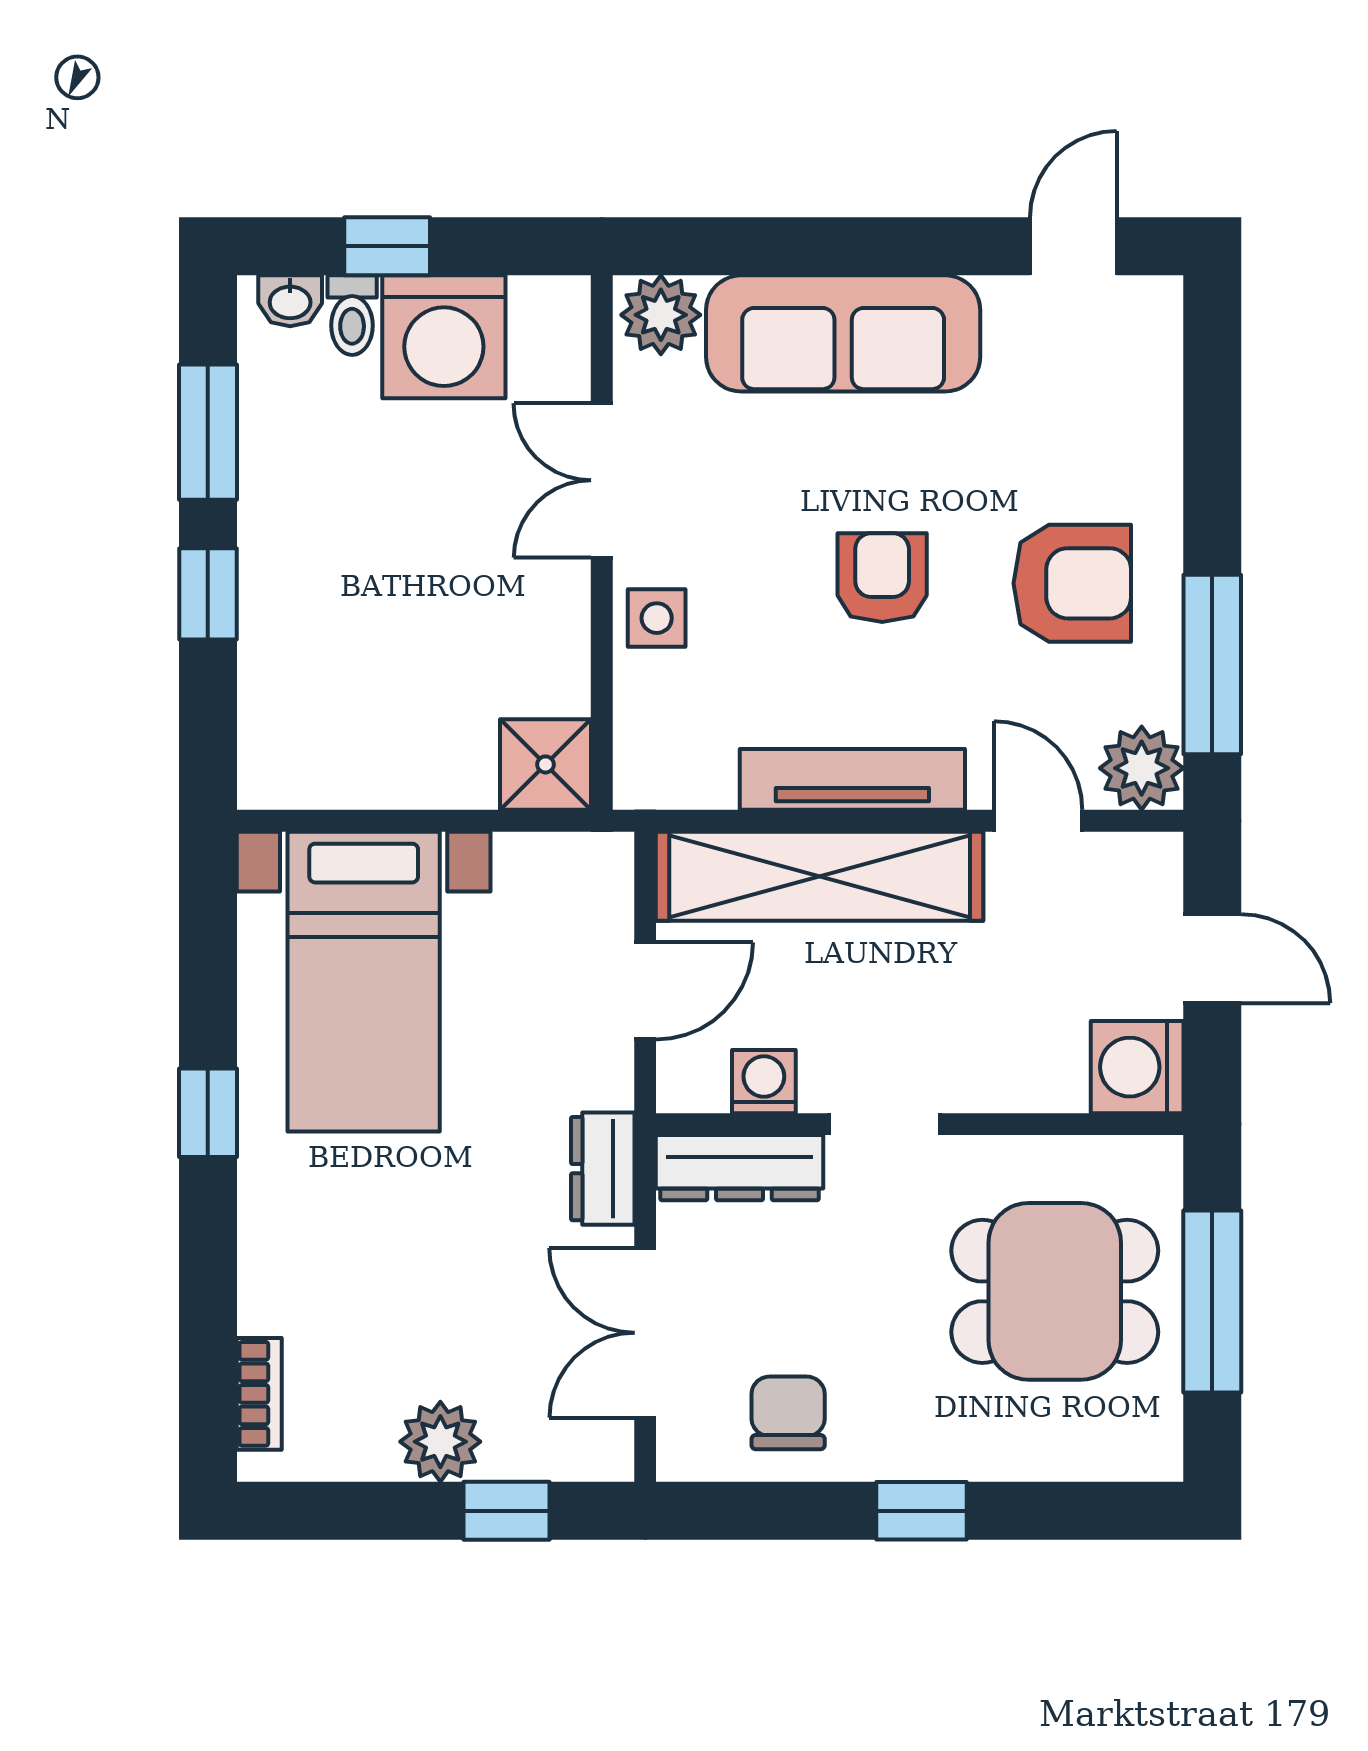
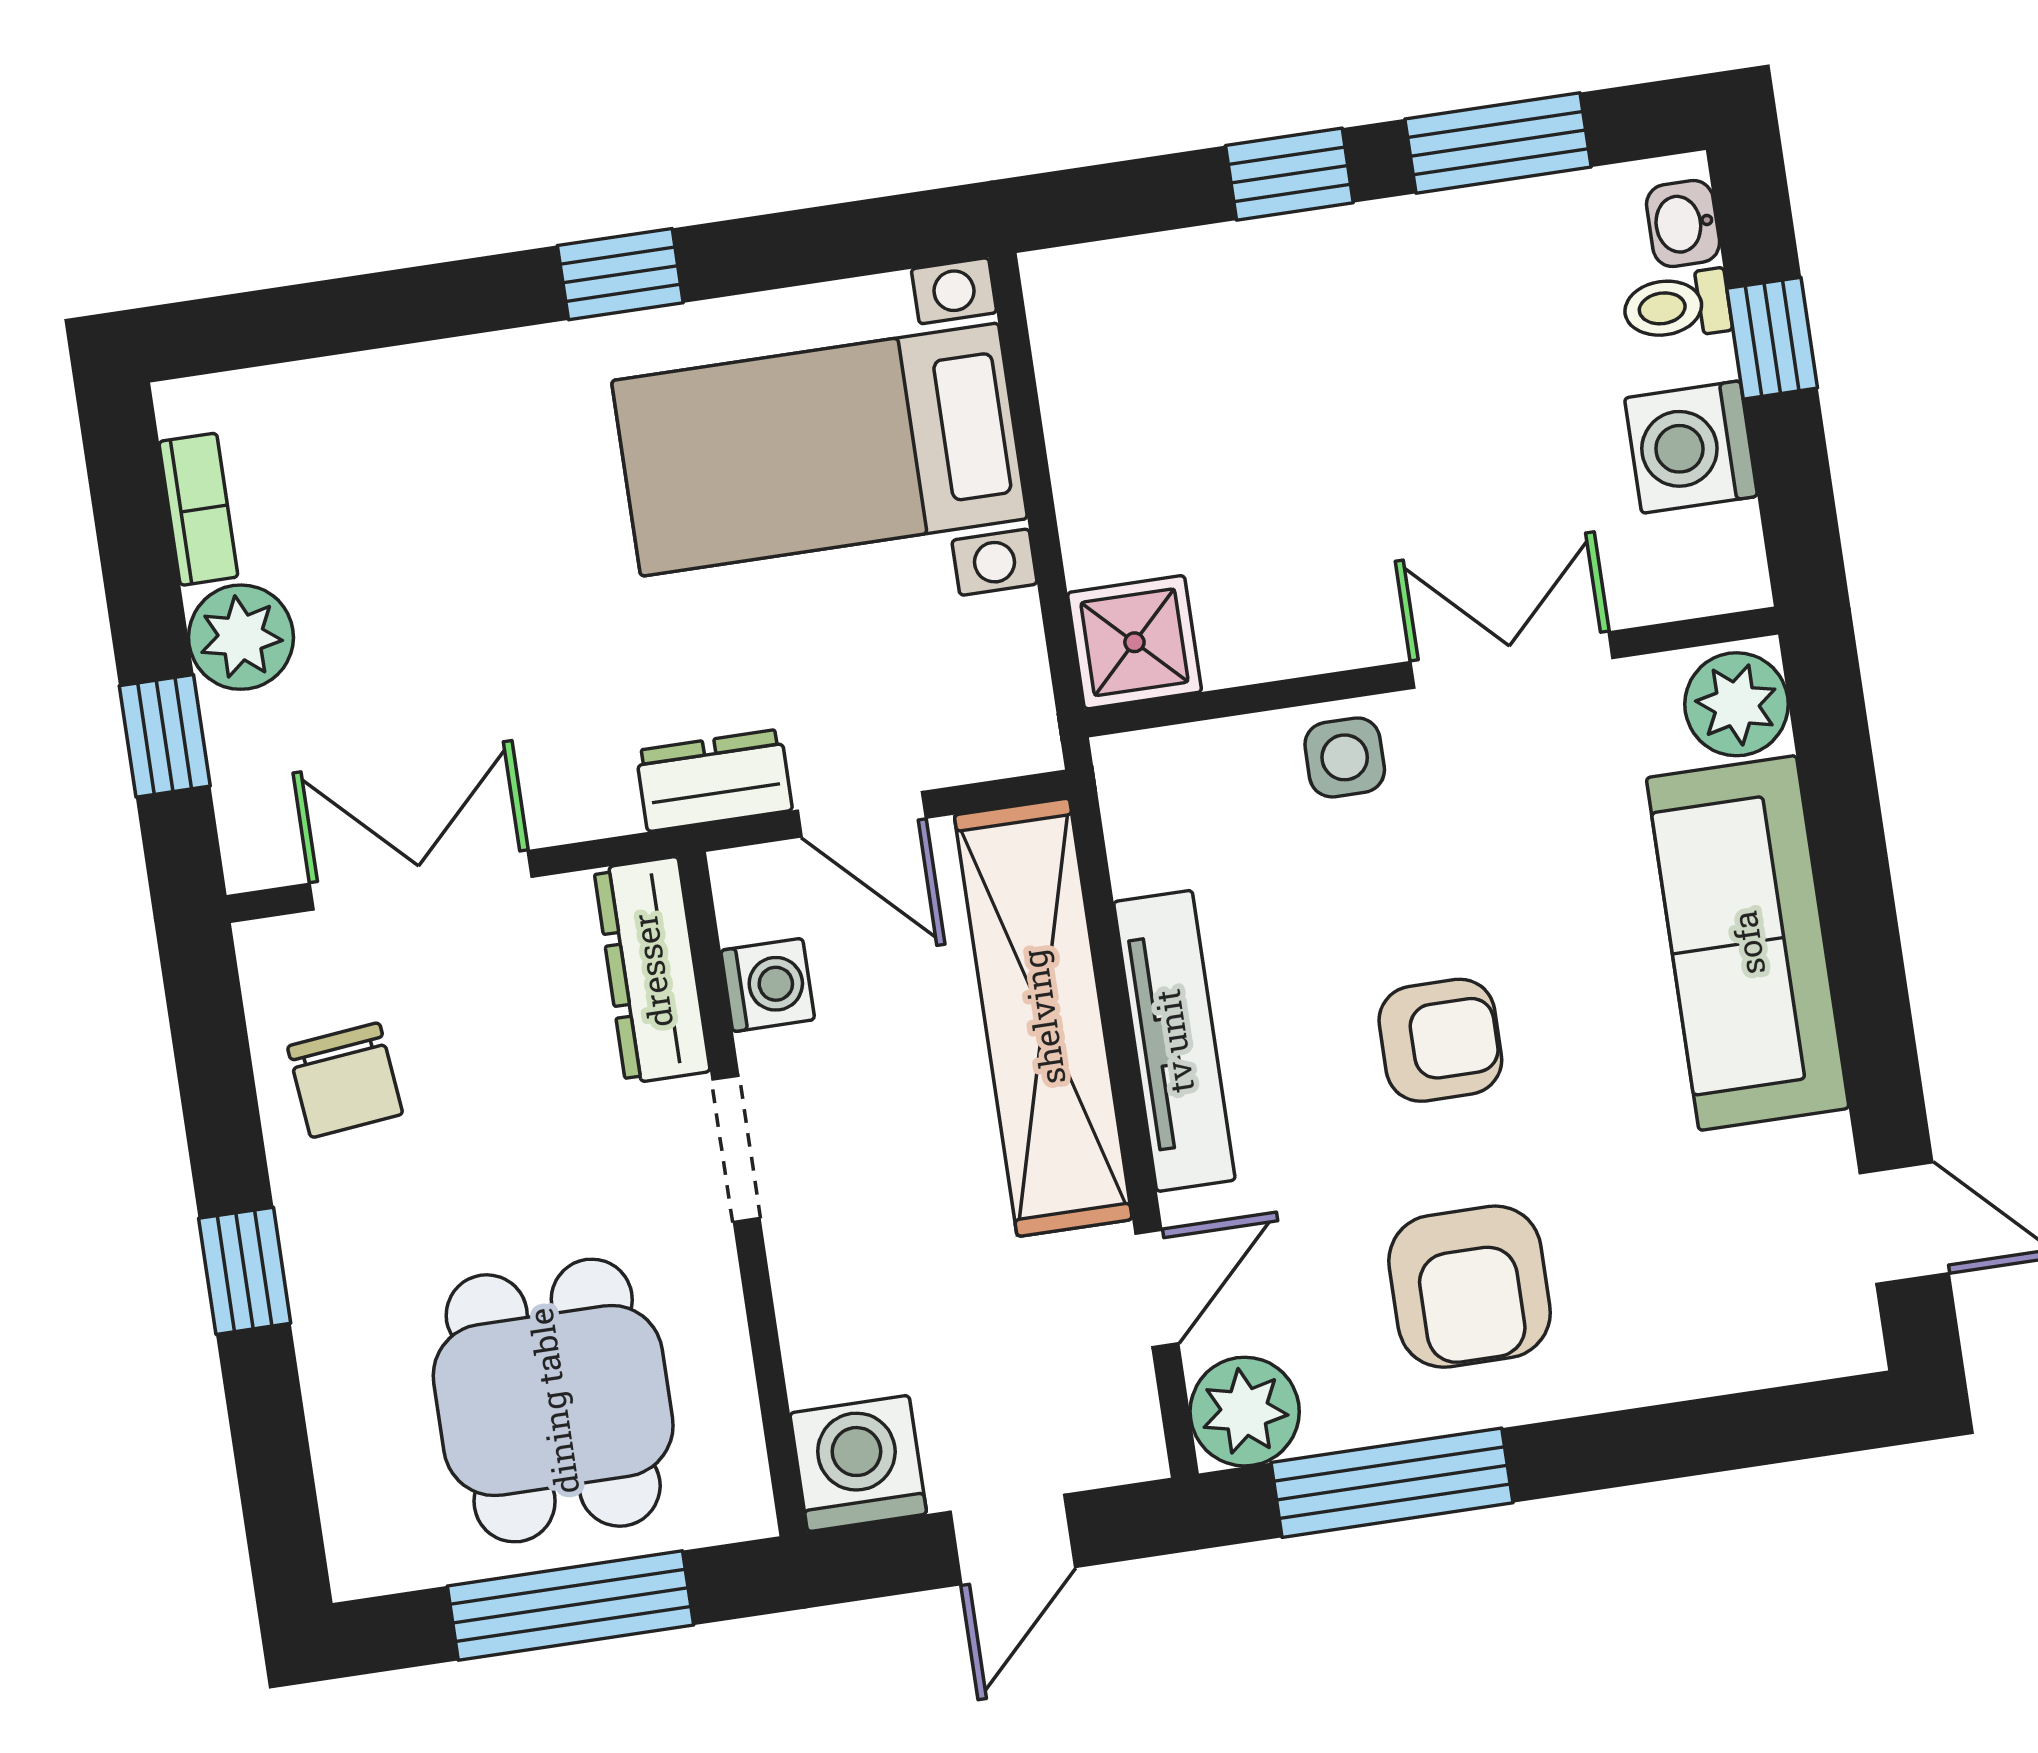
washing machine: (444, 337) -> (1691, 447), width x0.73, depth x0.73
dresser: (603, 1169) -> (714, 780), moved
bookcase: (259, 1394) -> (198, 509), moved, turned -90
chair: (788, 1413) -> (345, 1080), turned 84

